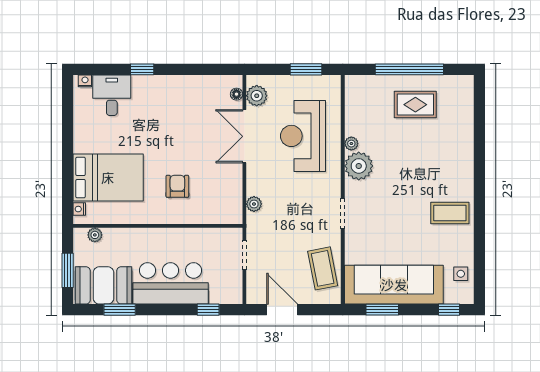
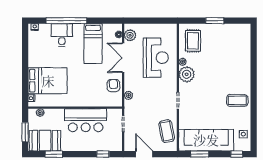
window: (142, 69) -> (66, 21), width x3.17
window: (306, 69) -> (157, 21), removed
window: (409, 69) -> (215, 21), width x0.47
desk: (112, 95) -> (62, 35), moved
rug: (415, 105) -> (193, 41), moved, turned 90
bed: (190, 111) -> (93, 44), added
reception desk: (303, 136) -> (156, 58), turned 180
armchair: (177, 186) -> (113, 86), moved
bar counter: (171, 283) -> (86, 120), moved, turned 180

